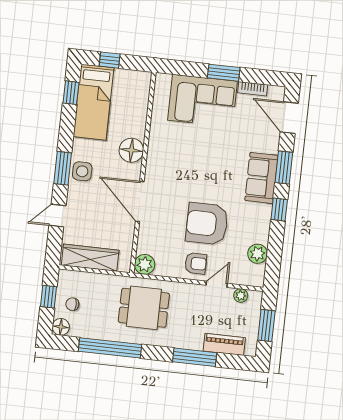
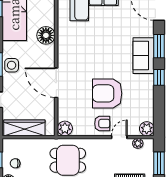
floor lamp: (131, 150) -> (46, 35), moved
plant: (258, 254) -> (147, 129), moved

